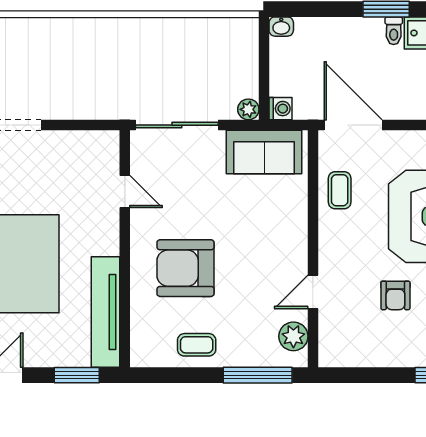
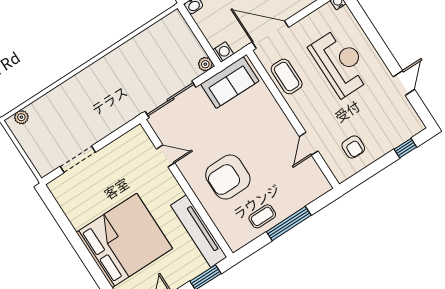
coffee table: (340, 190) -> (287, 76), width x1.36, depth x1.30
armchair: (395, 295) -> (353, 147), moved
plant: (293, 336) -> (314, 176), removed
window: (258, 375) -> (289, 223), moved

